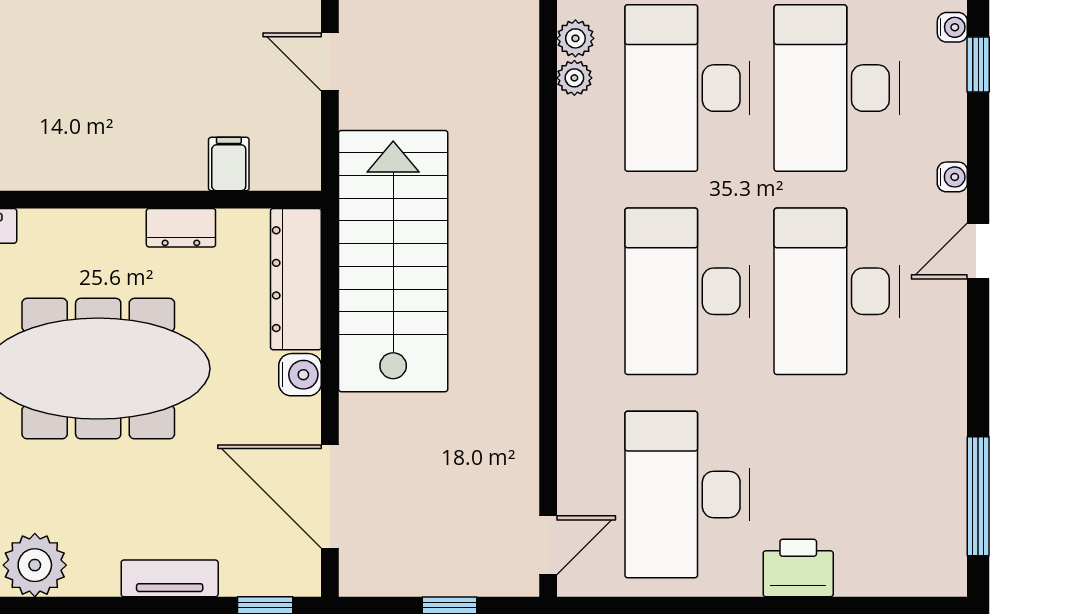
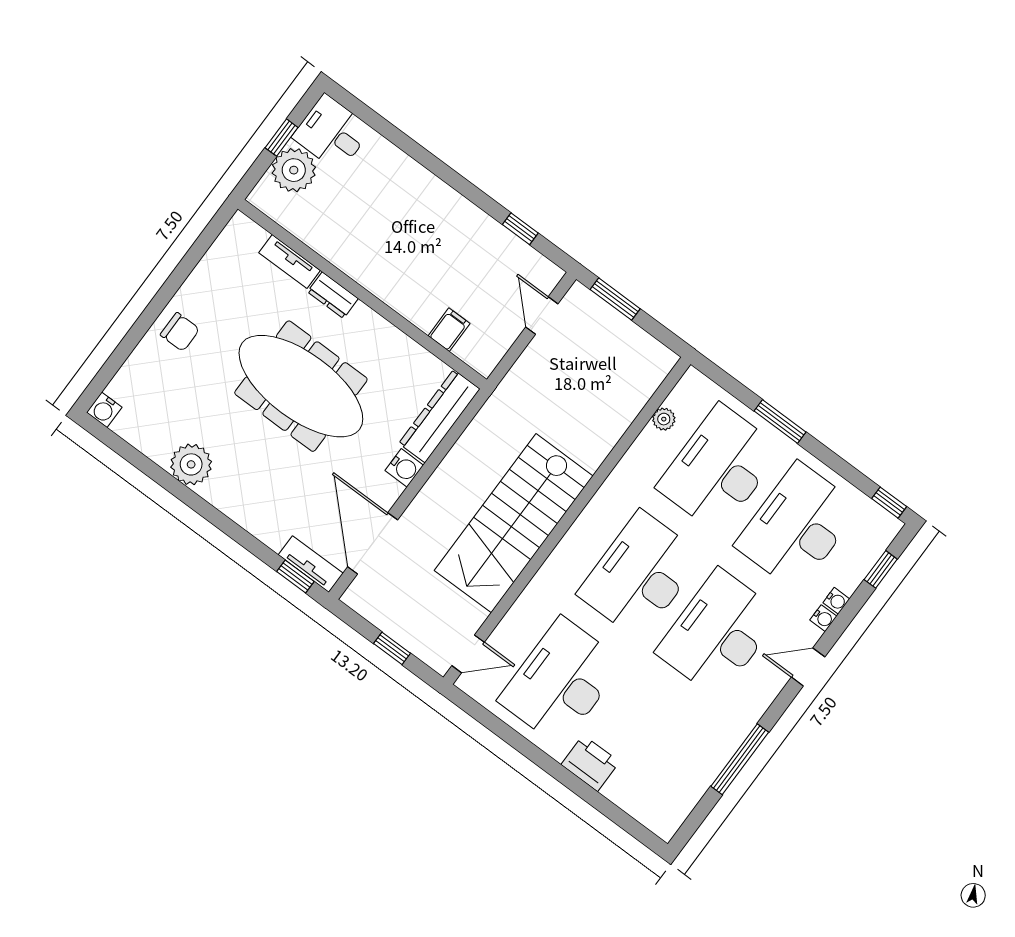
water cooler: (952, 27) -> (836, 601), moved
plant: (575, 38) -> (680, 399), removed
dresser: (181, 228) -> (333, 295), moved
stairs: (393, 261) -> (514, 523), moved, turned 180
window: (978, 496) -> (740, 759), moved
tv unit: (170, 578) -> (311, 564), moved

